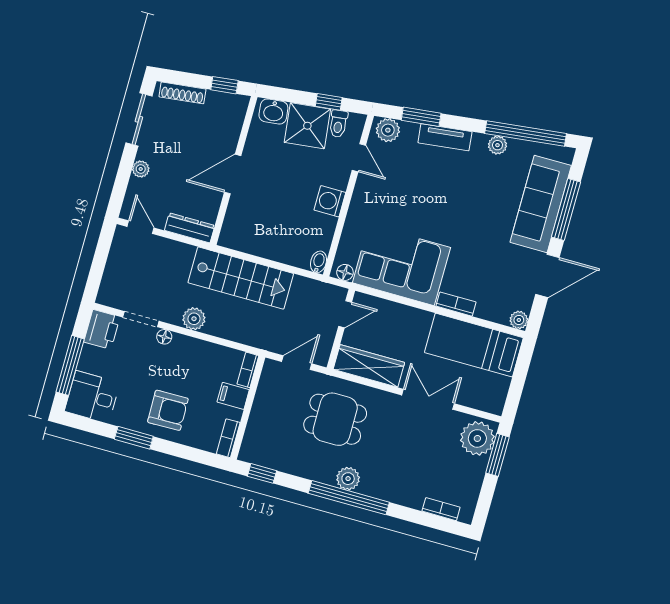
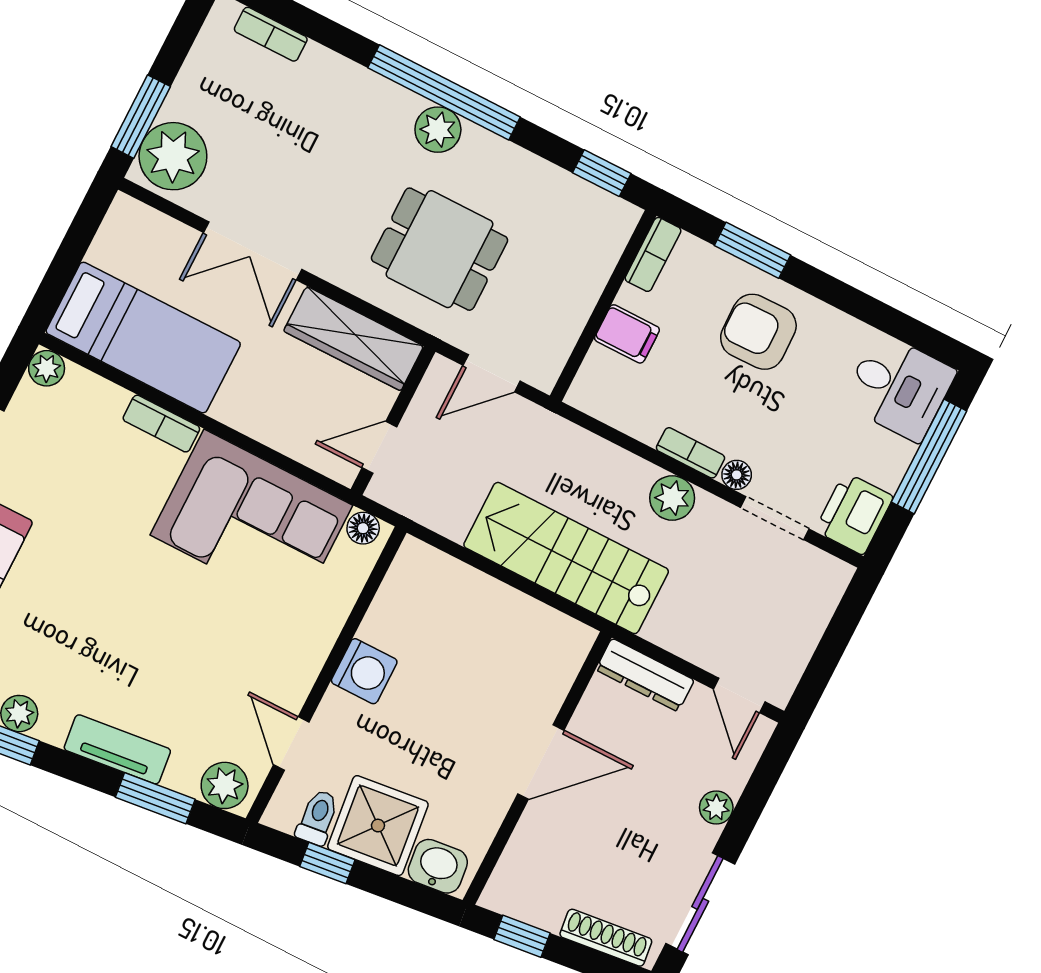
bidet: (319, 262) -> (410, 559), removed
bookcase: (248, 370) -> (690, 453), moved, turned -90
window: (134, 438) -> (752, 250), moved

